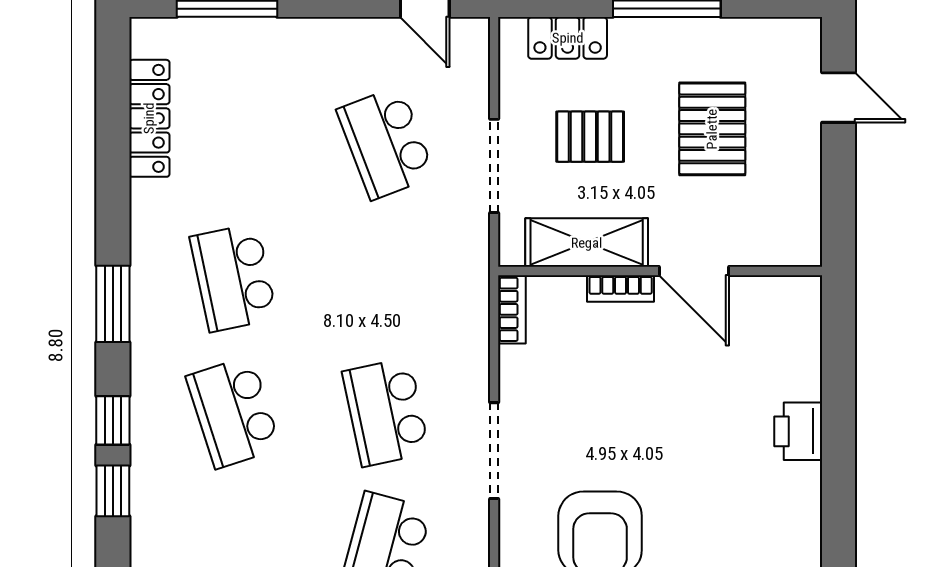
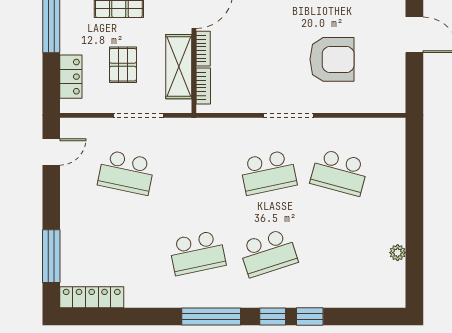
locker: (149, 118) -> (92, 297), moved
school desk: (386, 143) -> (126, 172), turned 33
window: (113, 304) -> (211, 316), width x1.44
bookcase: (512, 309) -> (203, 86), moved, turned 90

